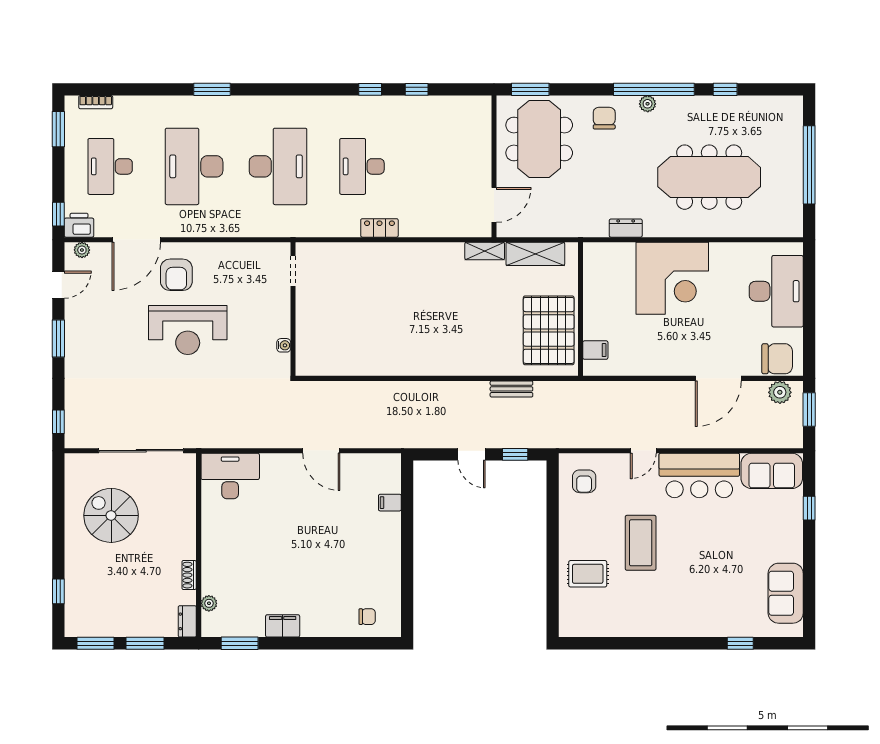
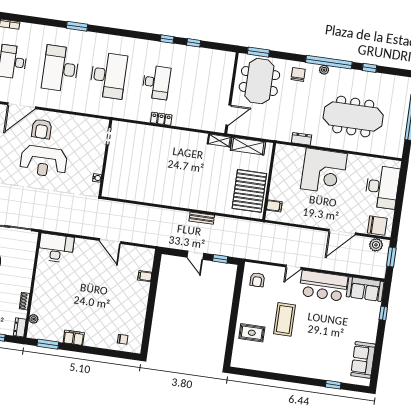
desk: (362, 166) -> (156, 82), turned 180
bench: (511, 389) -> (202, 218), moved

